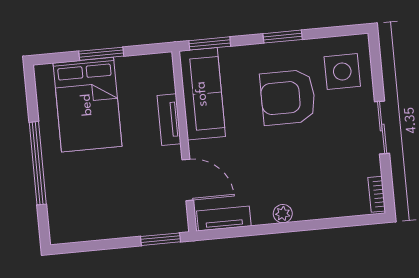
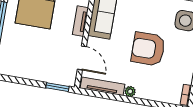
armchair: (288, 97) -> (148, 49), moved
tv unit: (224, 218) -> (102, 86), width x1.41

